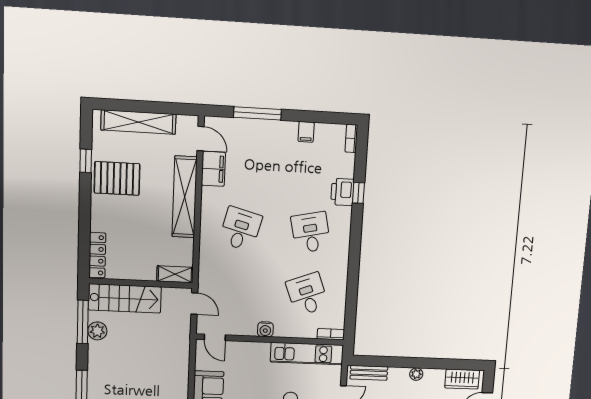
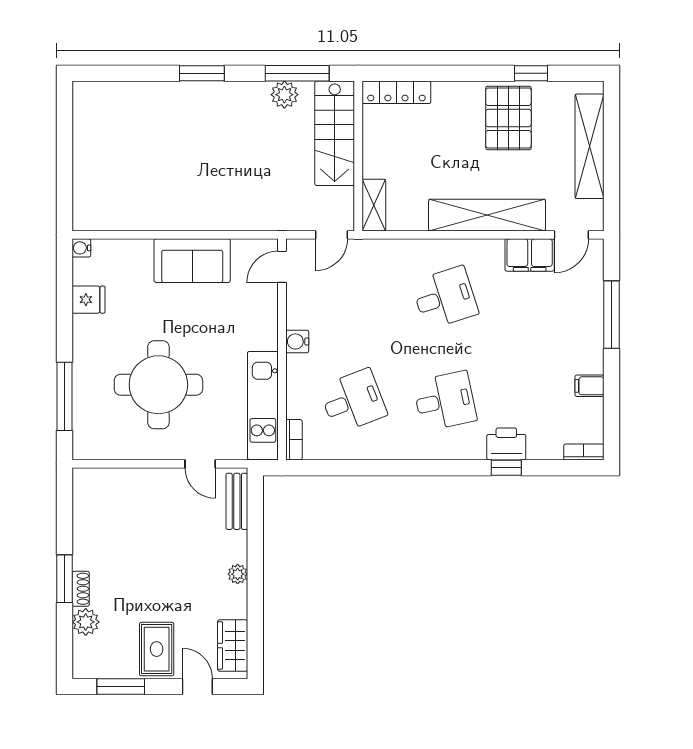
desk: (240, 229) -> (445, 298), turned -33

